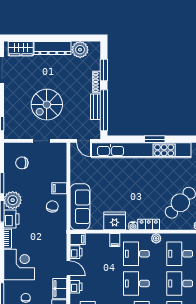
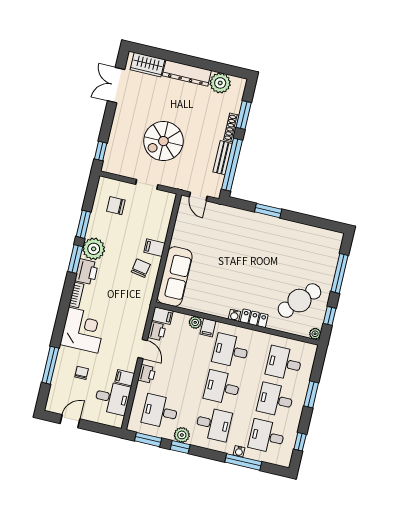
window: (155, 139) -> (268, 211), moved
kitchen unit: (141, 150) -> (267, 225), removed
fridge: (115, 221) -> (213, 304), removed
plant: (156, 238) -> (195, 322), moved
filing cabinet: (60, 289) -> (125, 378), width x0.50

